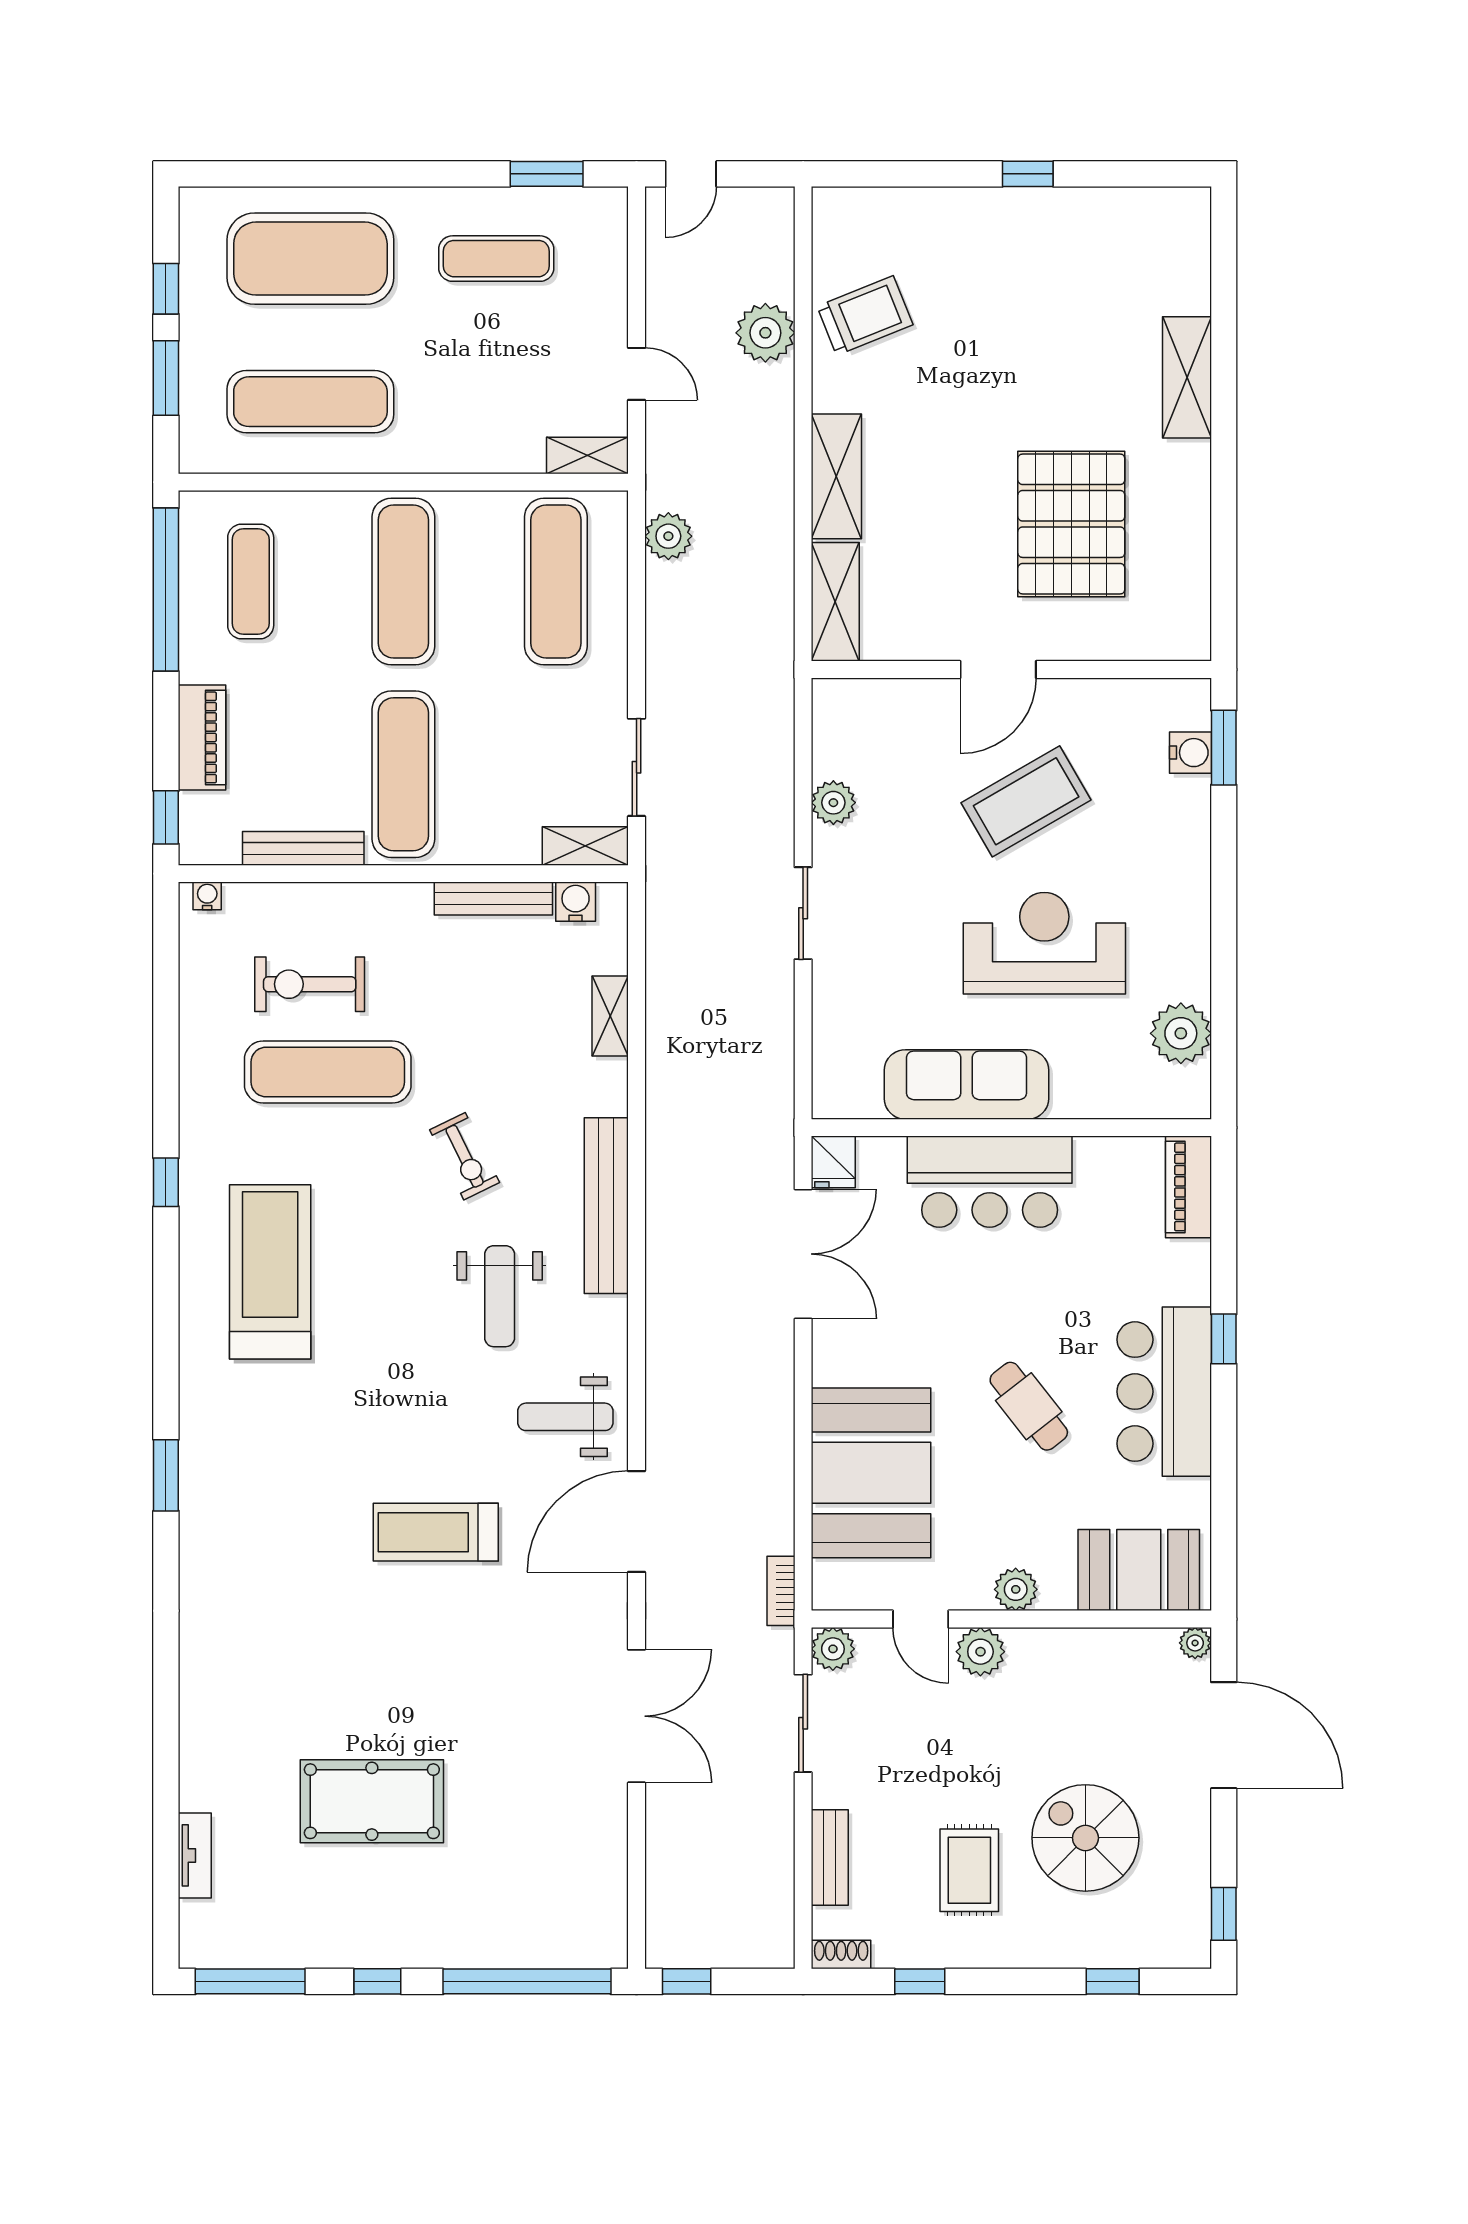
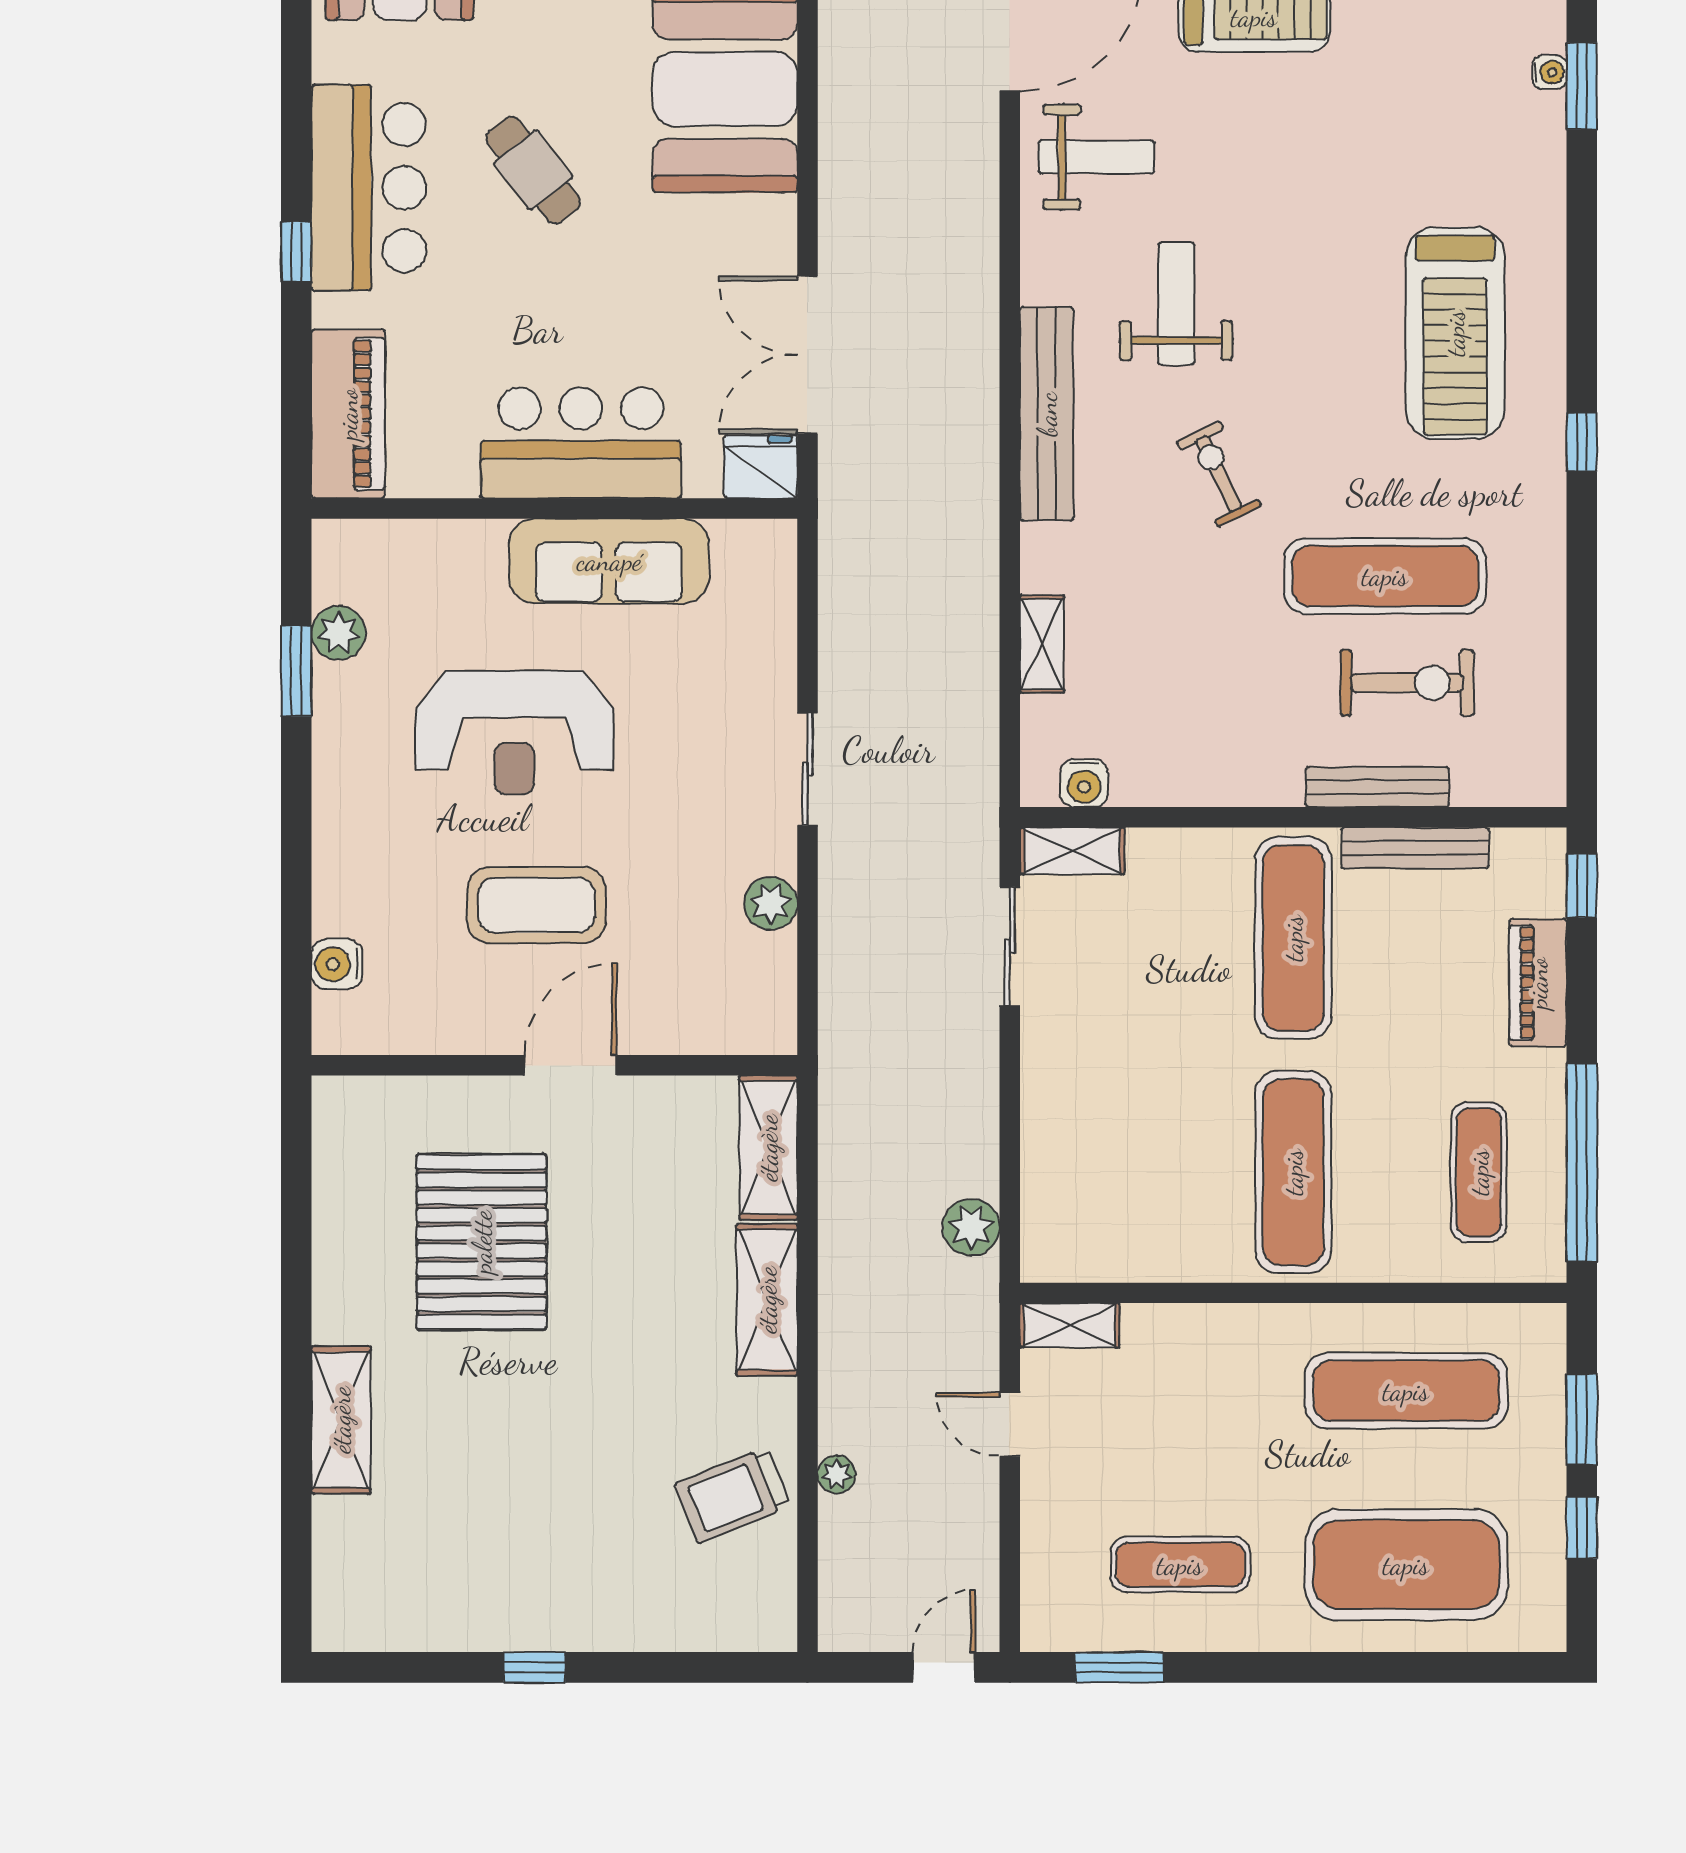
plant: (765, 333) -> (837, 1474), width x0.53, depth x0.53
exercise mat: (556, 582) -> (1108, 1172), removed
window: (1224, 748) -> (296, 671), moved
coffee table: (1026, 801) -> (537, 905), turned 30
water cooler: (207, 896) -> (1550, 72), moved, turned -90
bench: (493, 898) -> (1377, 787), moved
plant: (1181, 1033) -> (339, 633), width x0.73, depth x0.73
fridge: (833, 1162) -> (761, 467), width x1.38
piano: (1188, 1187) -> (348, 414), width x1.37, depth x1.33

